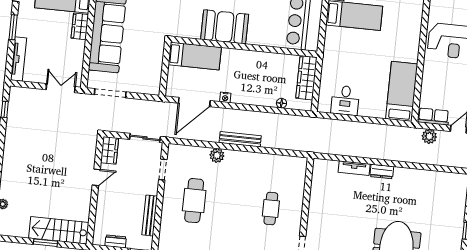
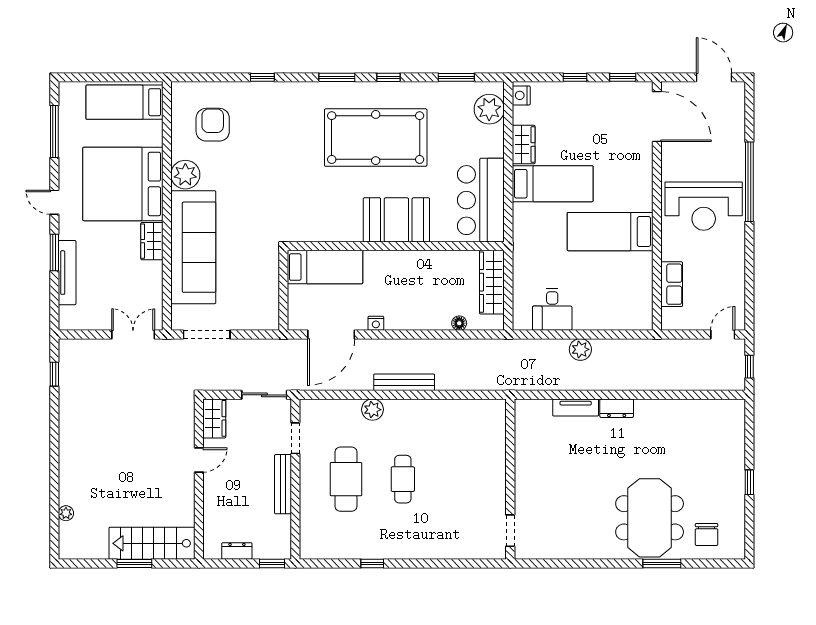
booth: (225, 27) -> (396, 220), moved
tv unit: (19, 59) -> (67, 273), moved
bed: (402, 91) -> (610, 232), moved, turned -90
row of seats: (433, 117) -> (672, 284), moved, turned 90
plant: (429, 136) -> (580, 349), moved
cafe table: (271, 208) -> (403, 479), moved
bench: (150, 215) -> (283, 484), moved

